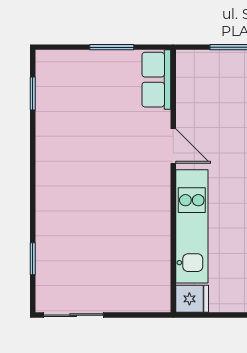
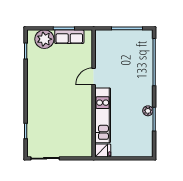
plant: (71, 69) -> (44, 39), added
row of seats: (156, 80) -> (69, 37), moved, turned -90
door: (173, 146) -> (94, 76), swing flipped

